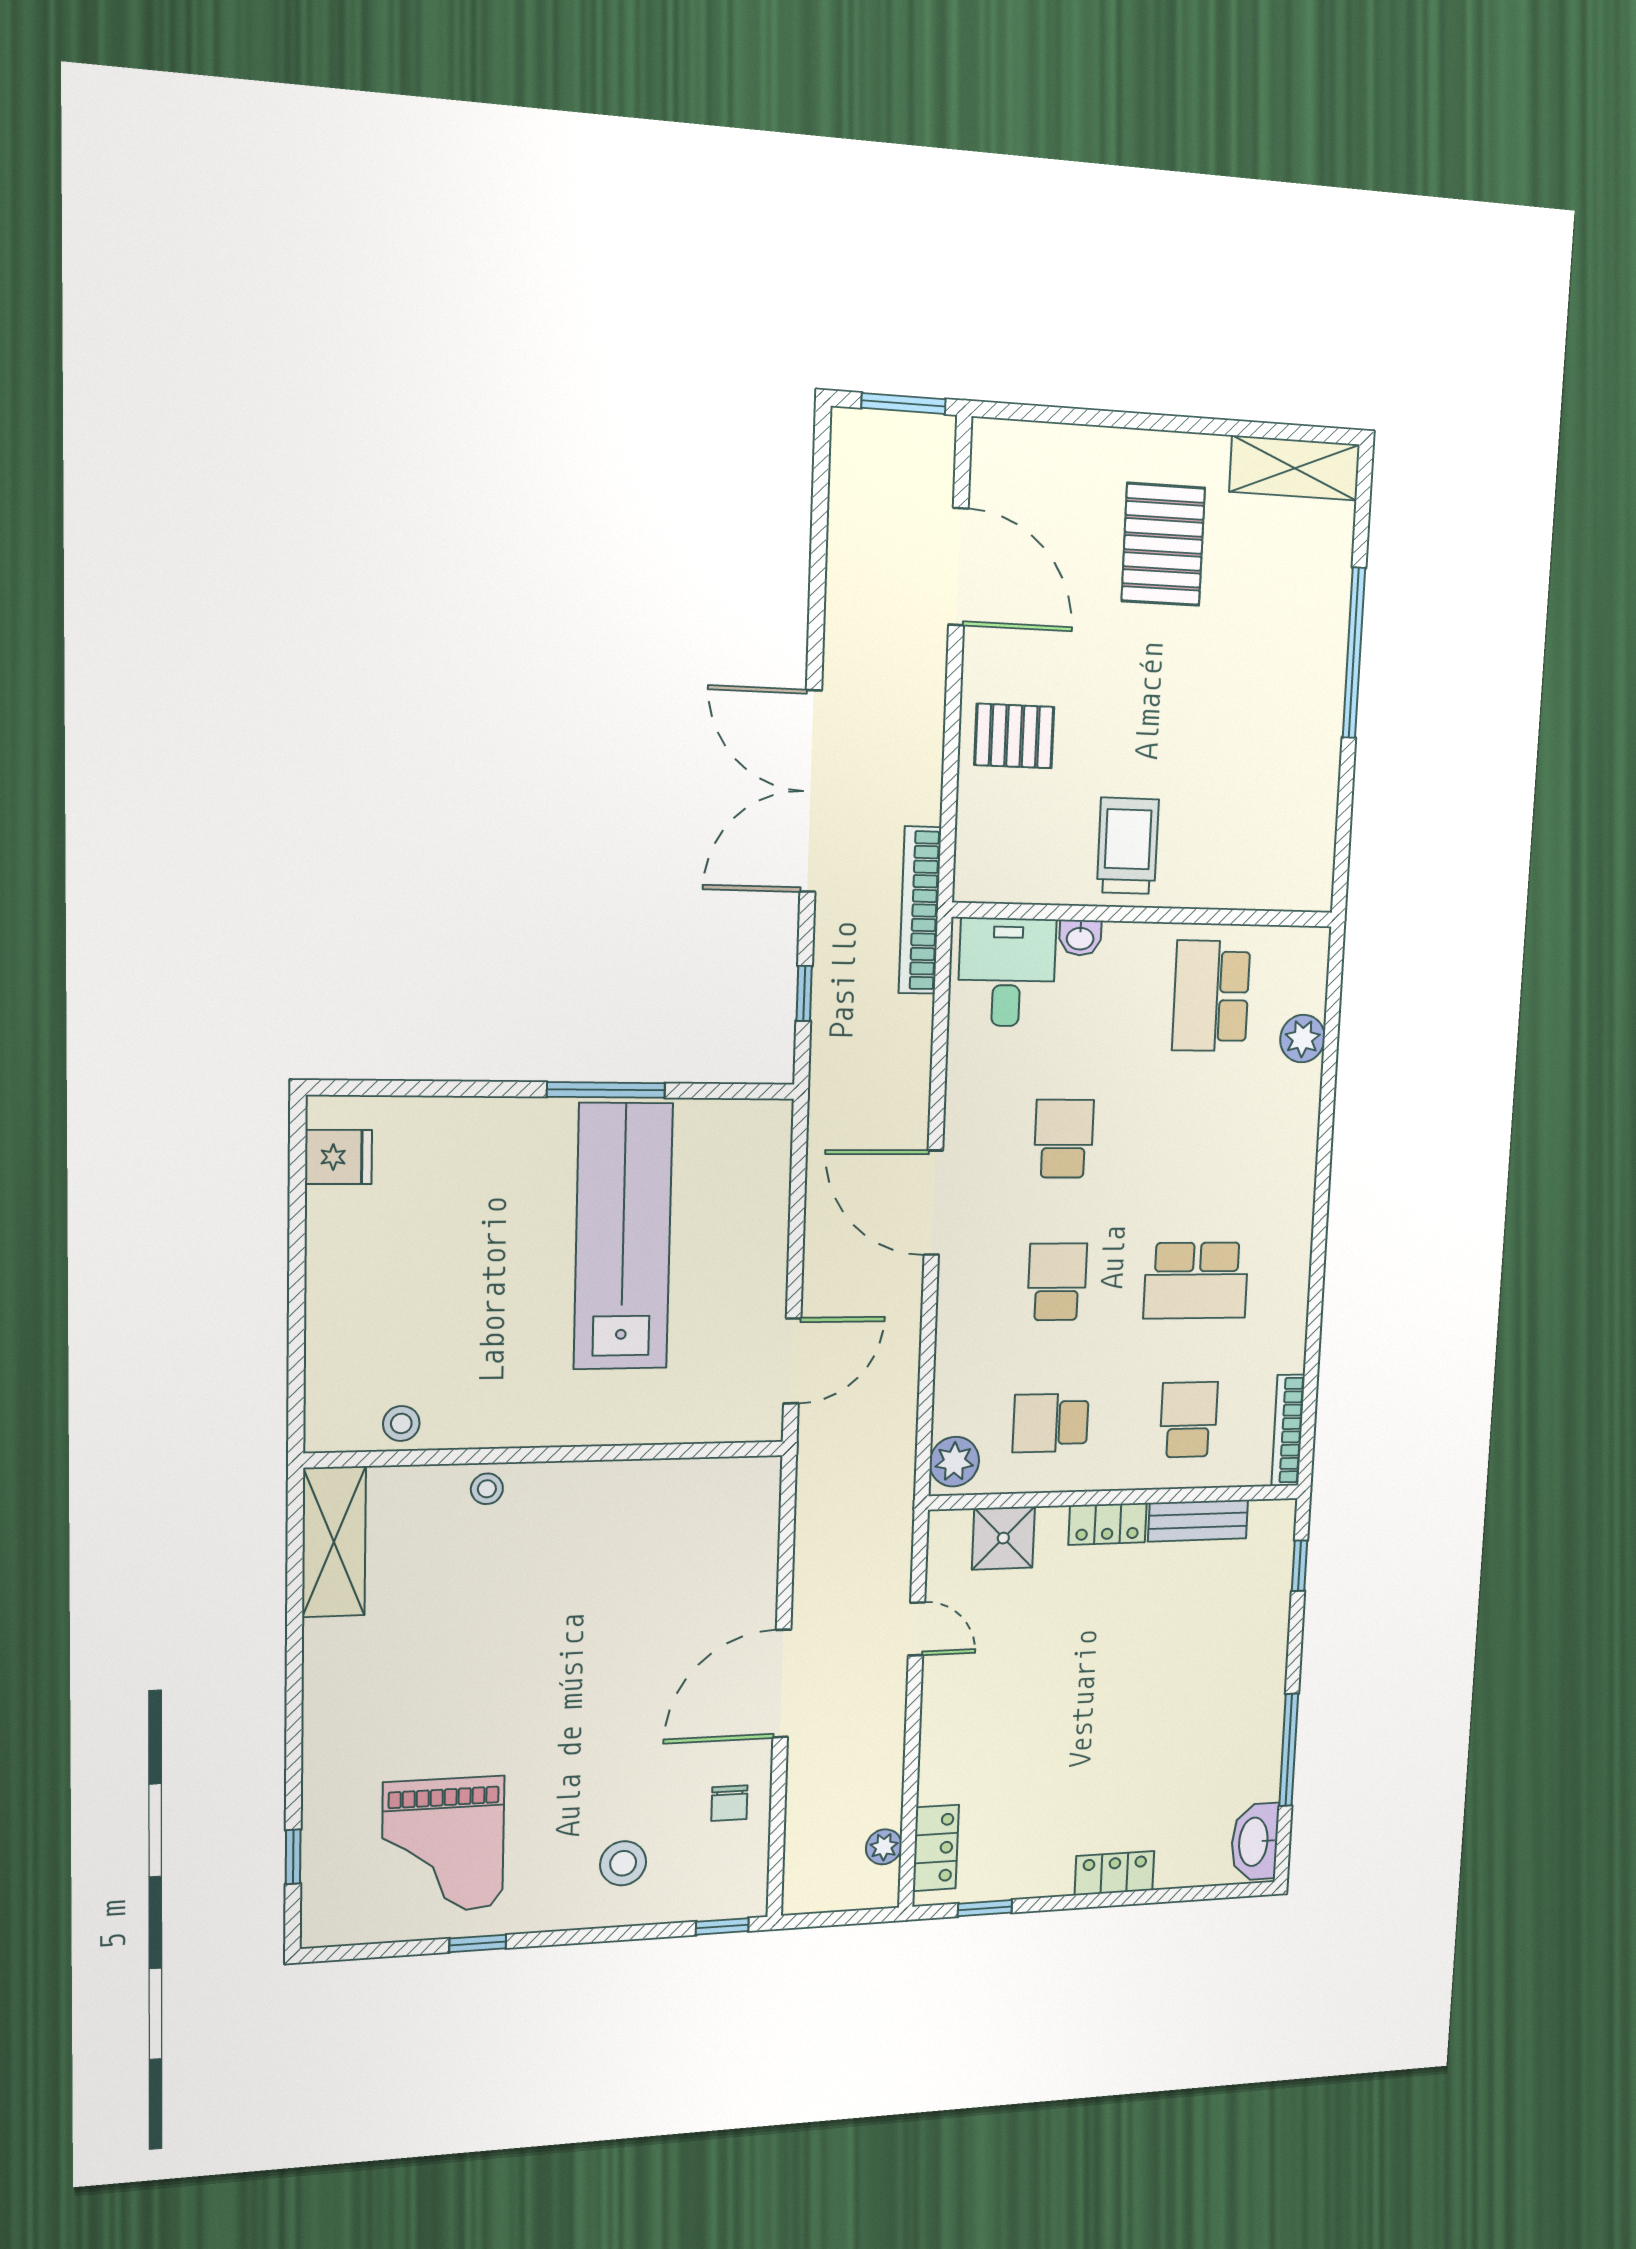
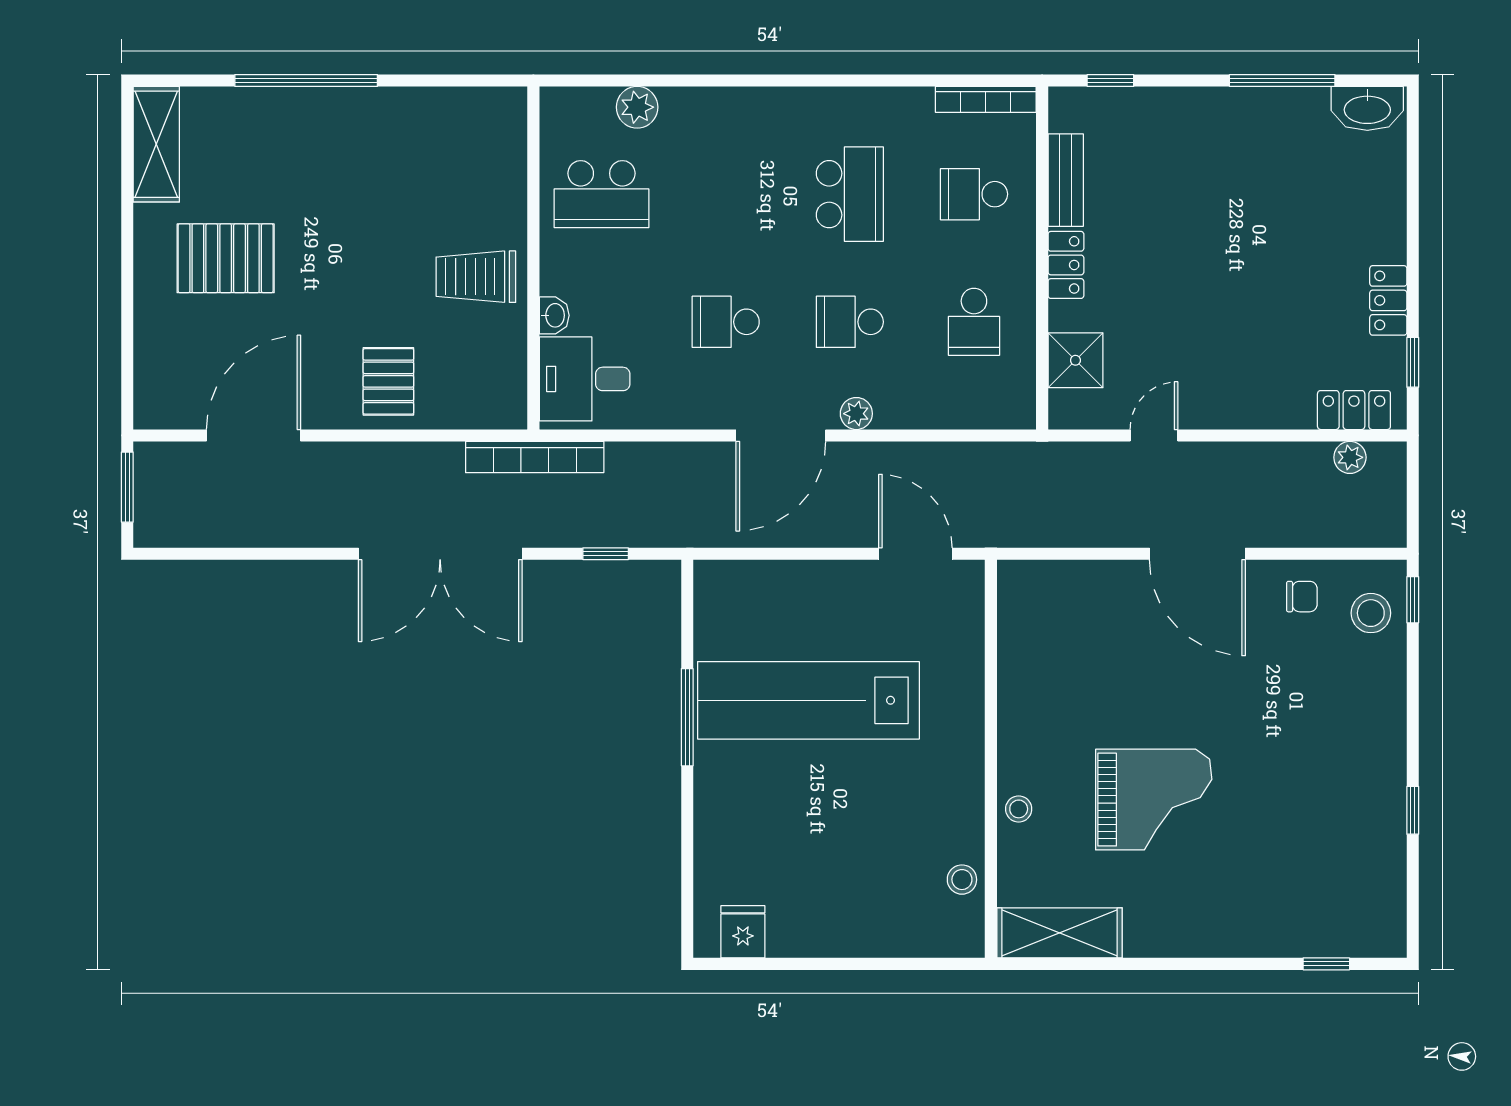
plant: (954, 1462) -> (856, 414), moved, width x0.73, depth x0.73
grand piano: (443, 1845) -> (1154, 800), moved
stool: (623, 1863) -> (1371, 613), moved
locker: (1114, 1873) -> (1388, 300), moved

